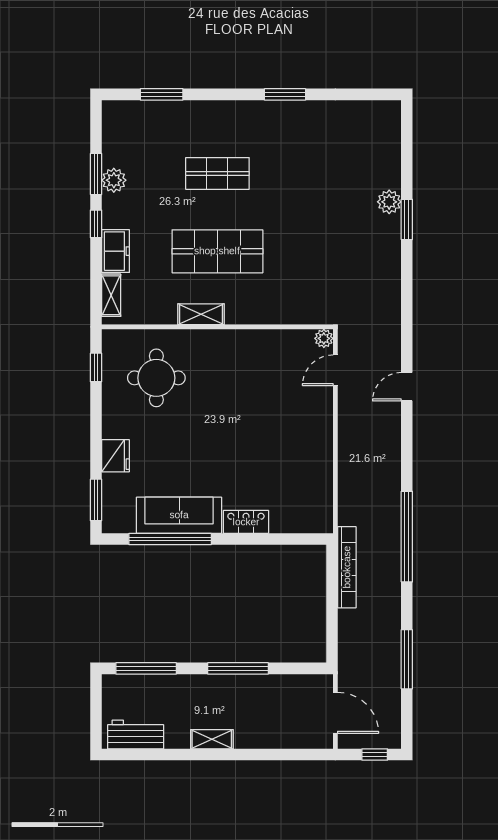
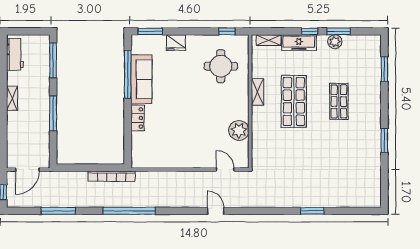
plant: (389, 202) -> (322, 201), removed
freezer: (116, 251) -> (299, 43), width x1.40
plant: (324, 338) -> (239, 130), moved, width x1.87, depth x1.87

